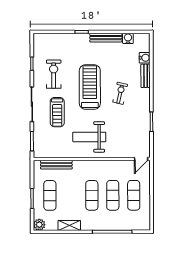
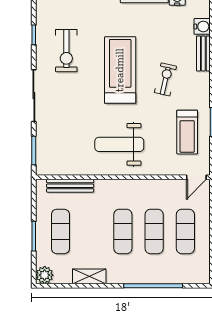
exercise bike: (54, 74) -> (66, 51), turned 180
treadmill: (57, 112) -> (187, 132), moved

